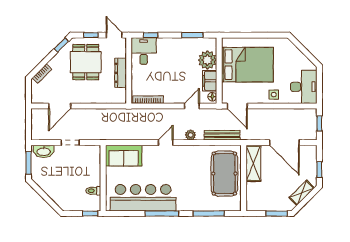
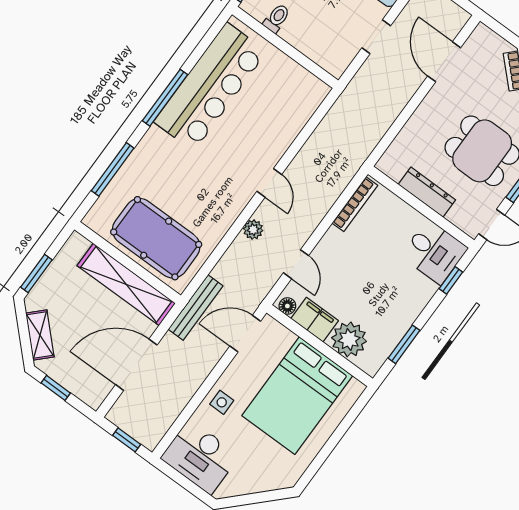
bench: (222, 135) -> (196, 308), moved
sofa: (124, 156) -> (297, 104), removed
shelving: (253, 163) -> (126, 284), width x1.47

